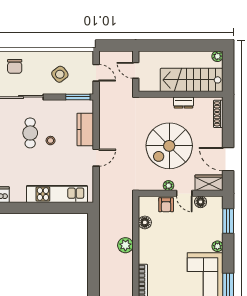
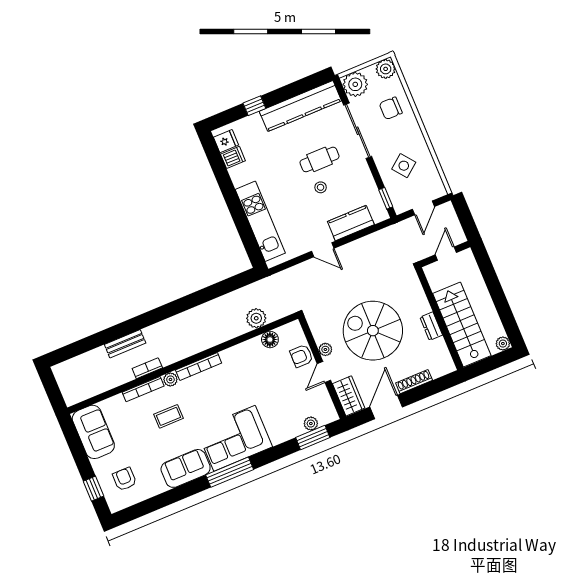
window: (78, 97) -> (386, 198), width x0.67
shoe rack: (218, 114) -> (414, 382), moved
floor lamp: (201, 202) -> (322, 395), removed
plant: (125, 245) -> (256, 318), moved
plant: (217, 246) -> (311, 424), moved

